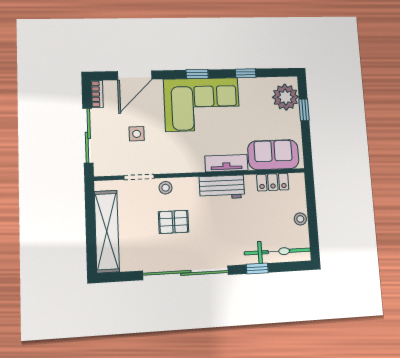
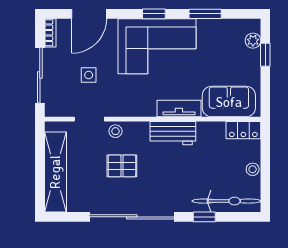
window: (246, 73) -> (205, 14), width x1.50
plant: (285, 97) -> (253, 41), width x0.53, depth x0.53
locker: (273, 182) -> (243, 130), moved

